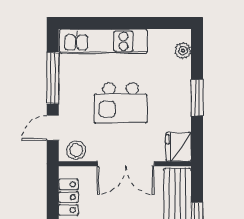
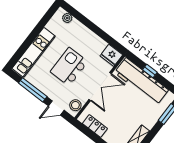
window: (197, 98) -> (95, 29), removed
kitchen island: (121, 103) -> (69, 67), turned 180
door: (53, 128) -> (56, 108), hinge flipped

